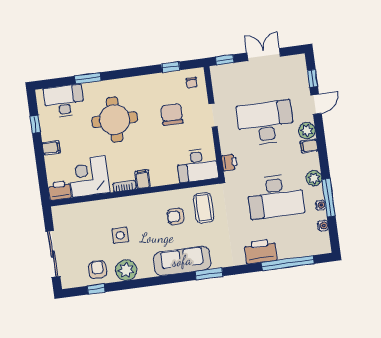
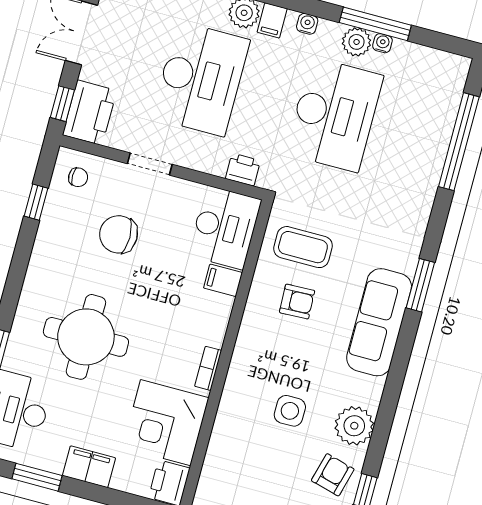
desk: (266, 123) -> (201, 79), turned 180
window: (35, 124) -> (37, 477), width x1.50
filing cabinet: (51, 148) -> (89, 467), width x2.00
plant: (314, 178) -> (357, 42), moved
filing cabinet: (143, 179) -> (223, 280), moved
armchair: (176, 216) -> (297, 302), turned -92
water cooler: (323, 226) -> (307, 24), moved
printer: (261, 251) -> (90, 113), moved, turned 180
armchair: (97, 270) -> (333, 475), turned 105

